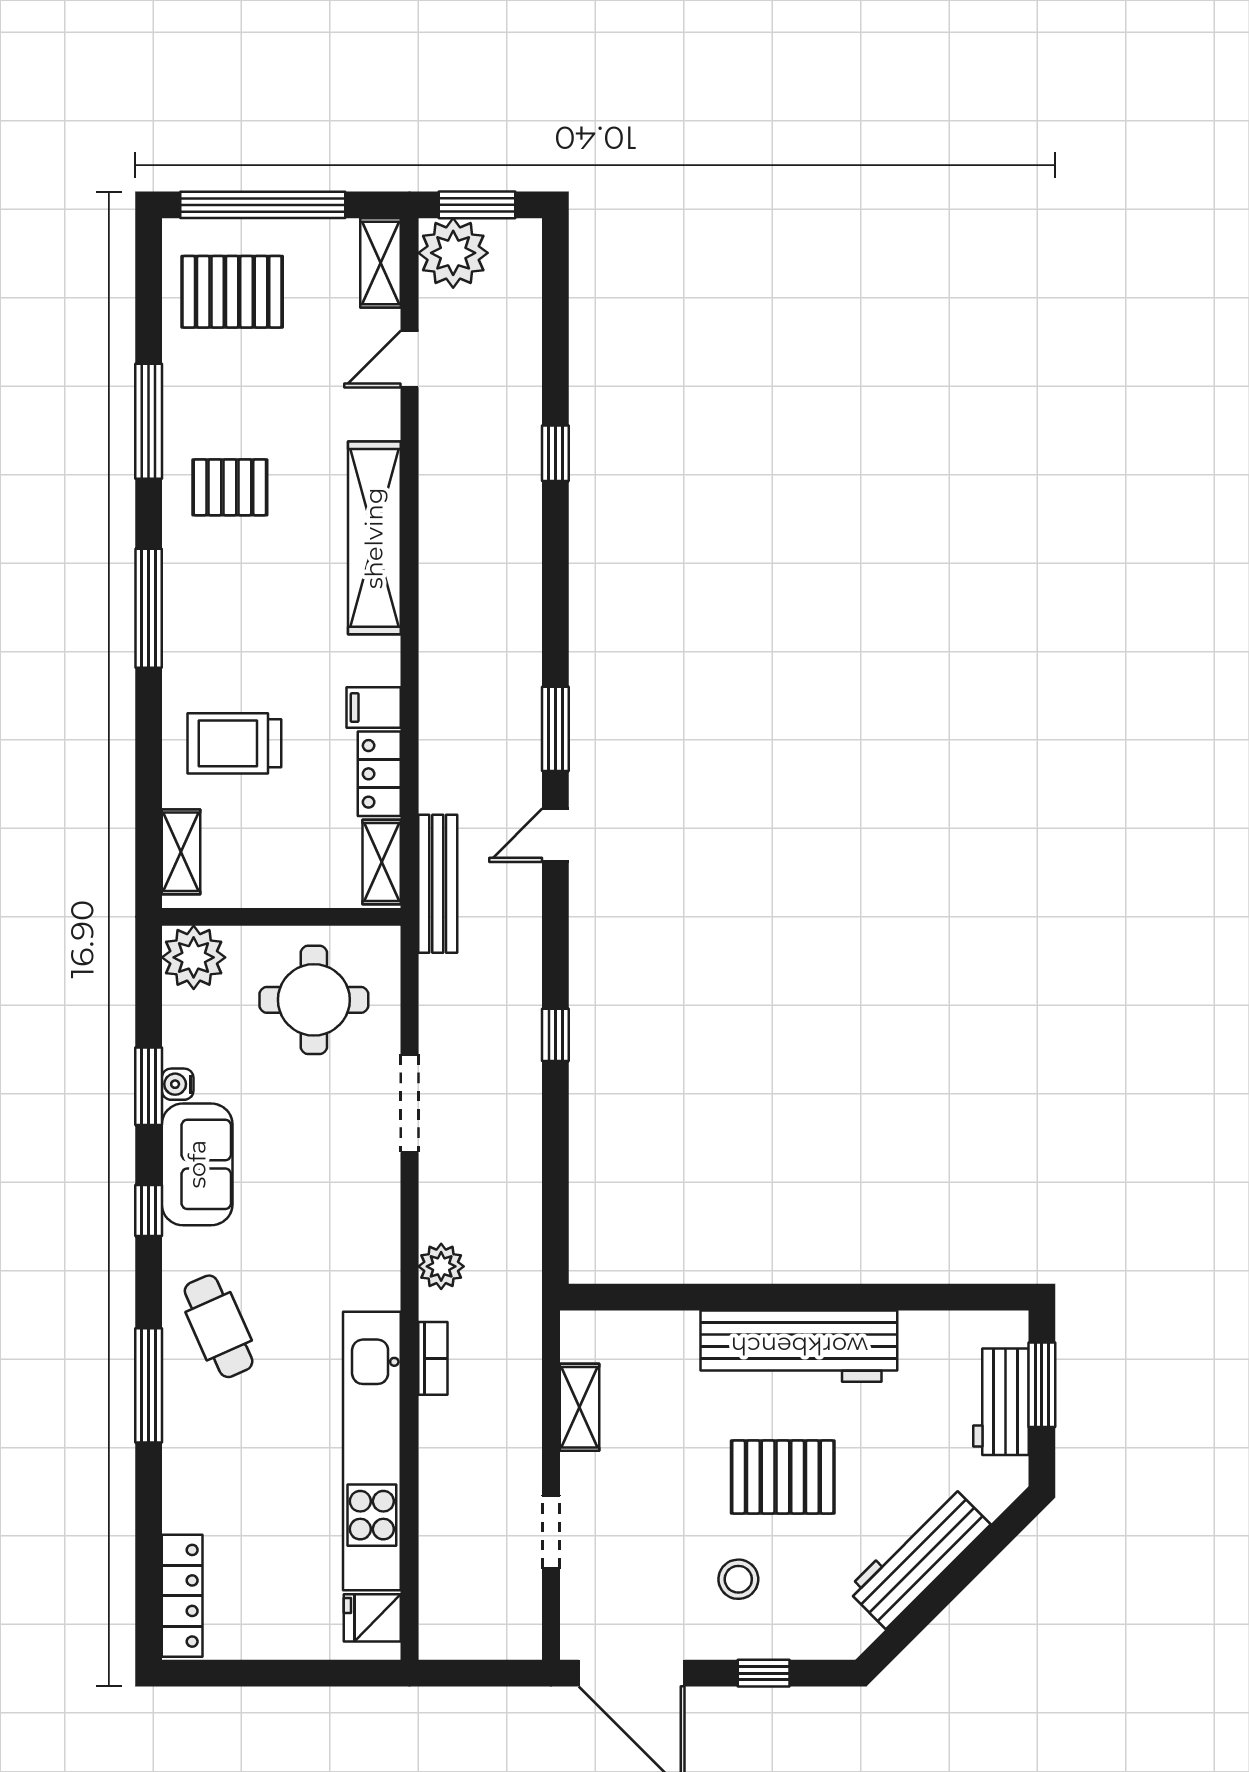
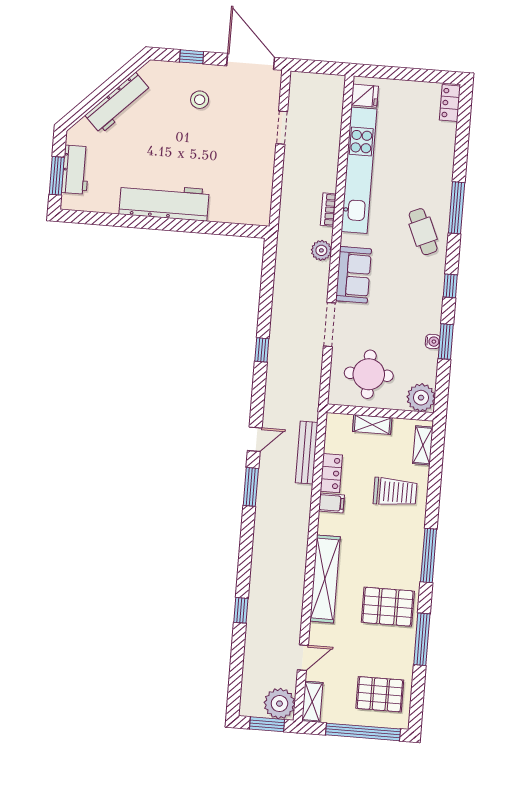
pallet: (230, 487) -> (388, 607), width x1.50, depth x1.42
shelving: (382, 862) -> (372, 425), moved, turned 90
bench: (438, 884) -> (307, 453), moved
sofa: (197, 1164) -> (353, 275), moved, turned 180
shelving: (579, 1407) -> (264, 182), removed
pallet: (783, 1477) -> (176, 144), removed
locker: (182, 1596) -> (450, 103), width x0.66

